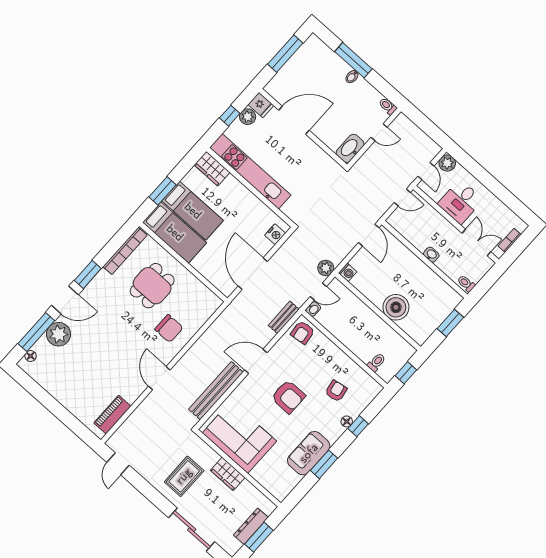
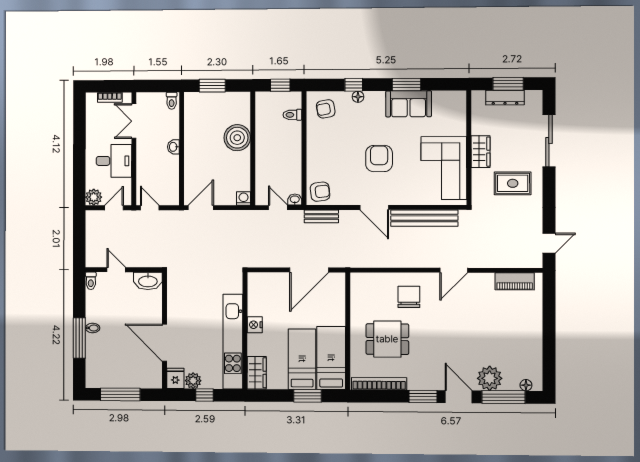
nightstand: (275, 234) -> (255, 325), moved, turned -90
plant: (326, 268) -> (255, 218), removed
armchair: (336, 391) -> (326, 109), moved

